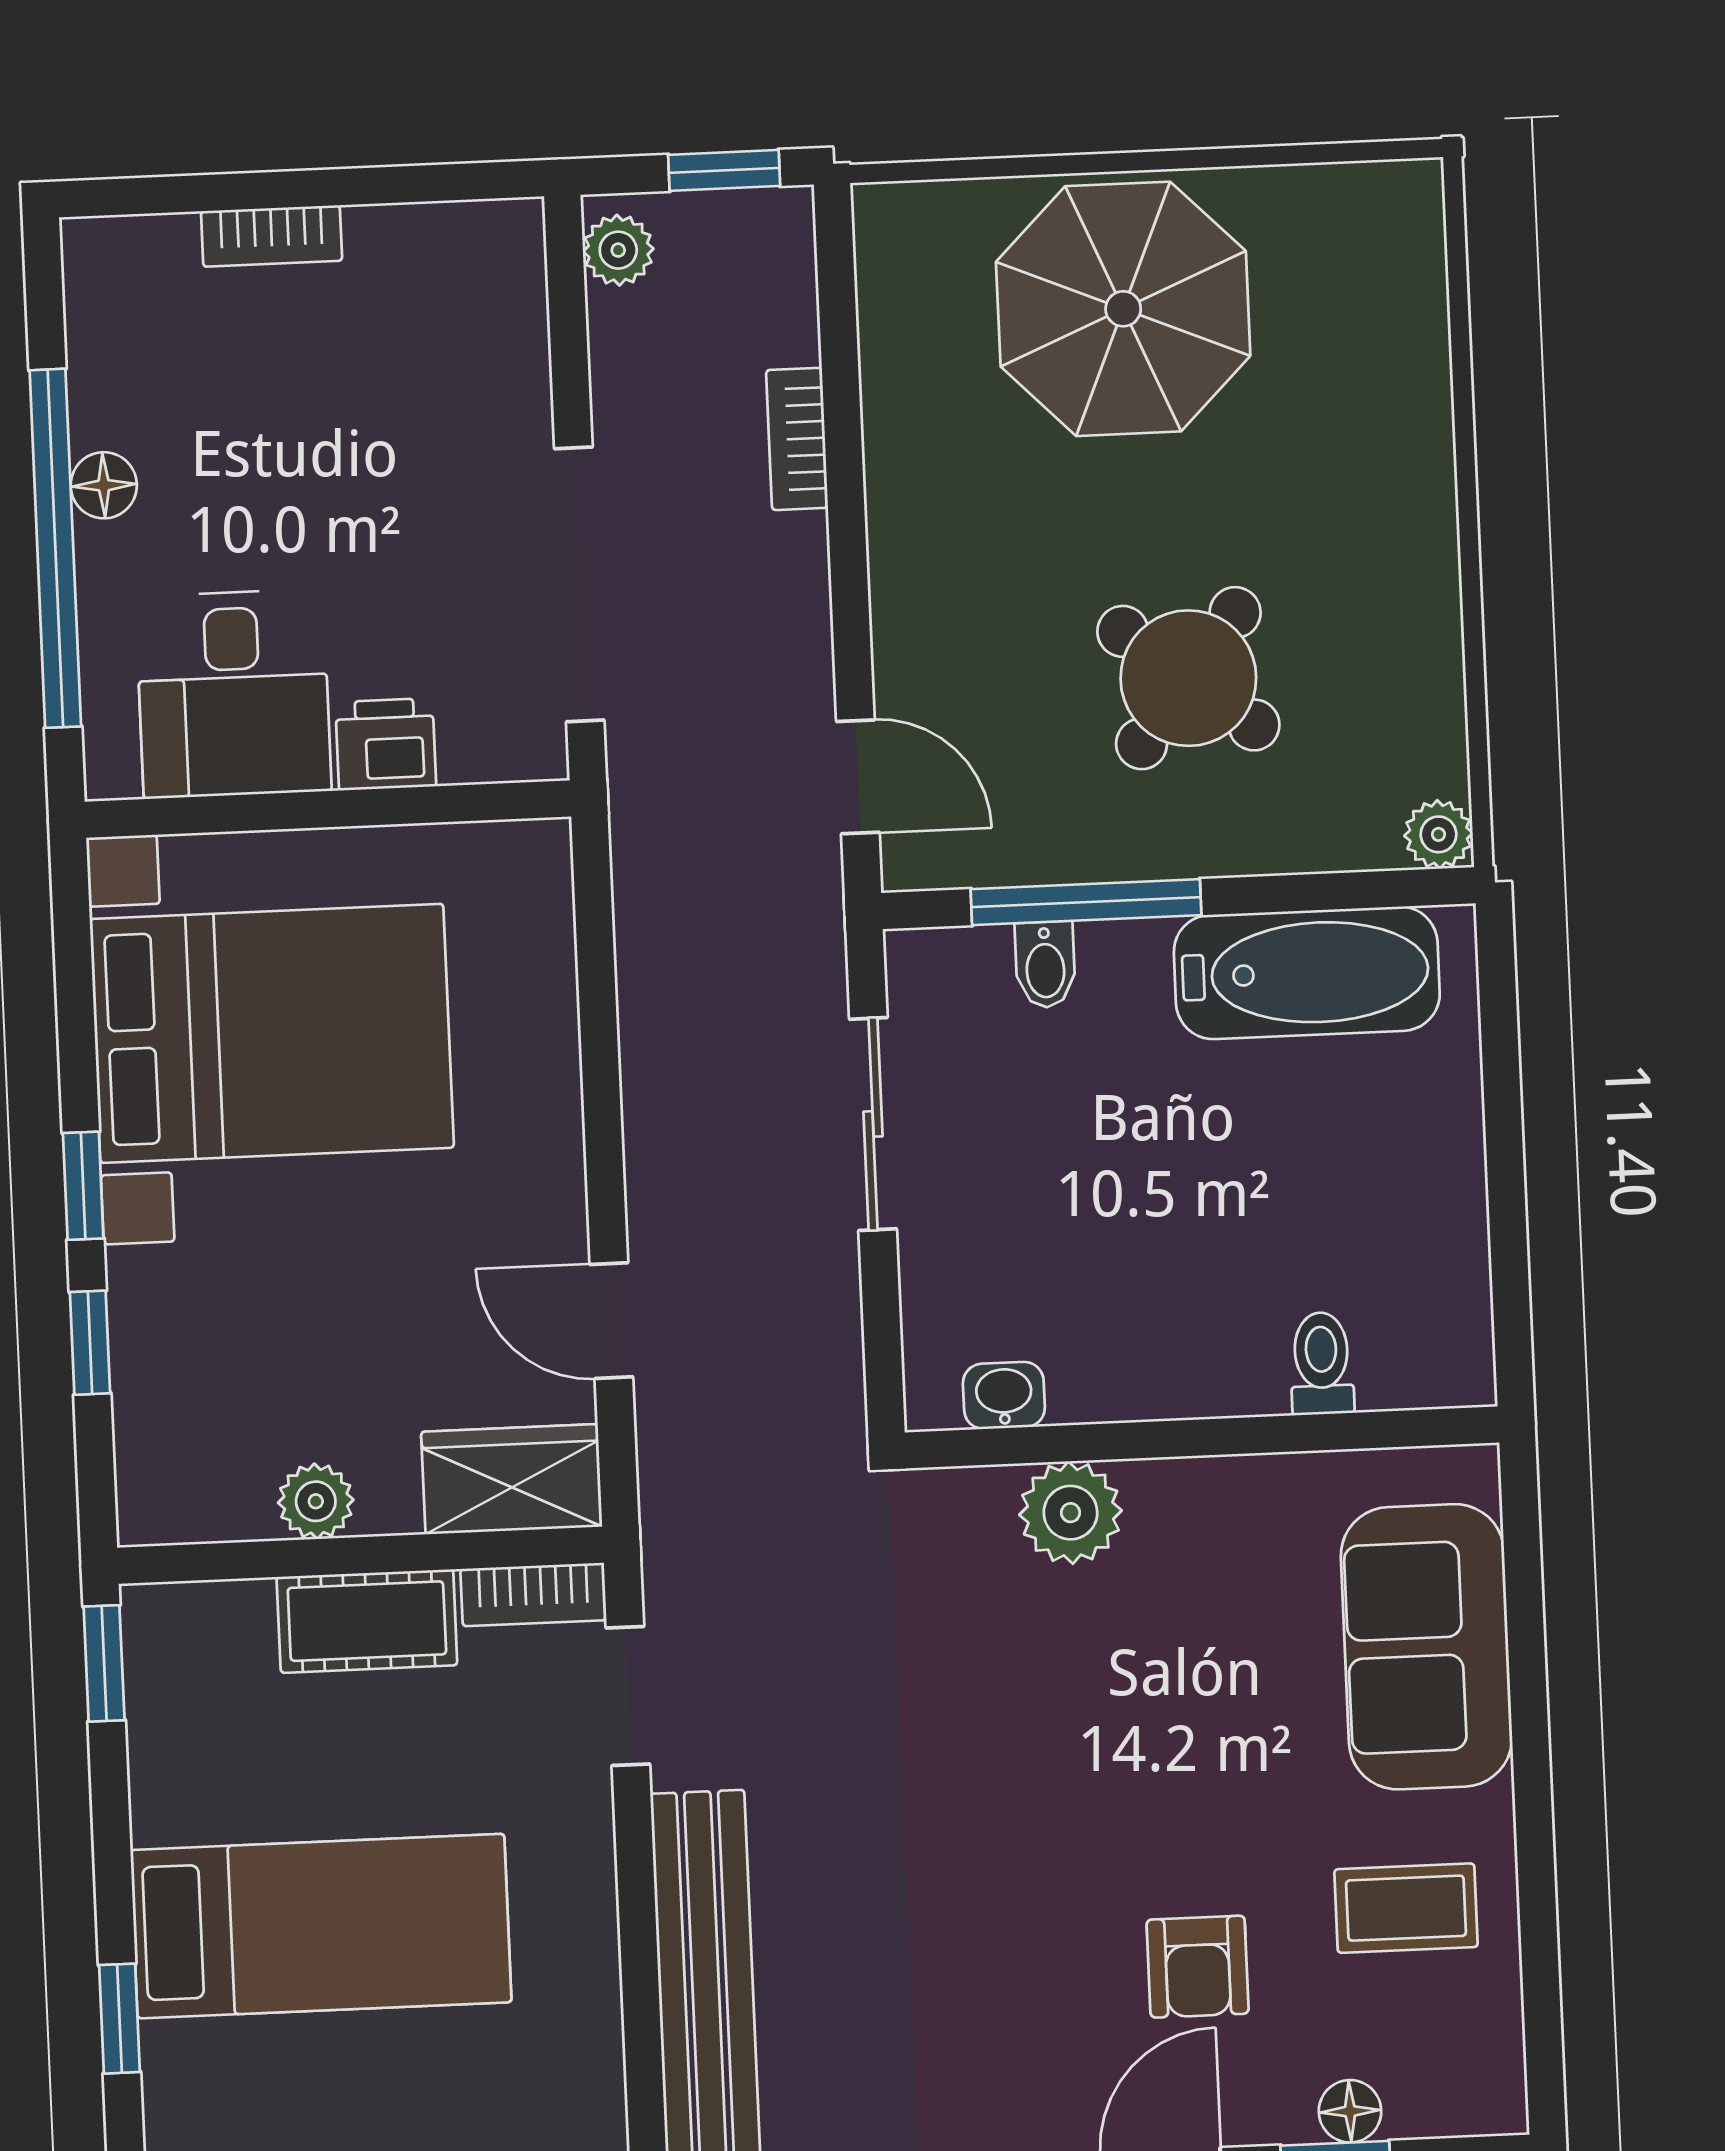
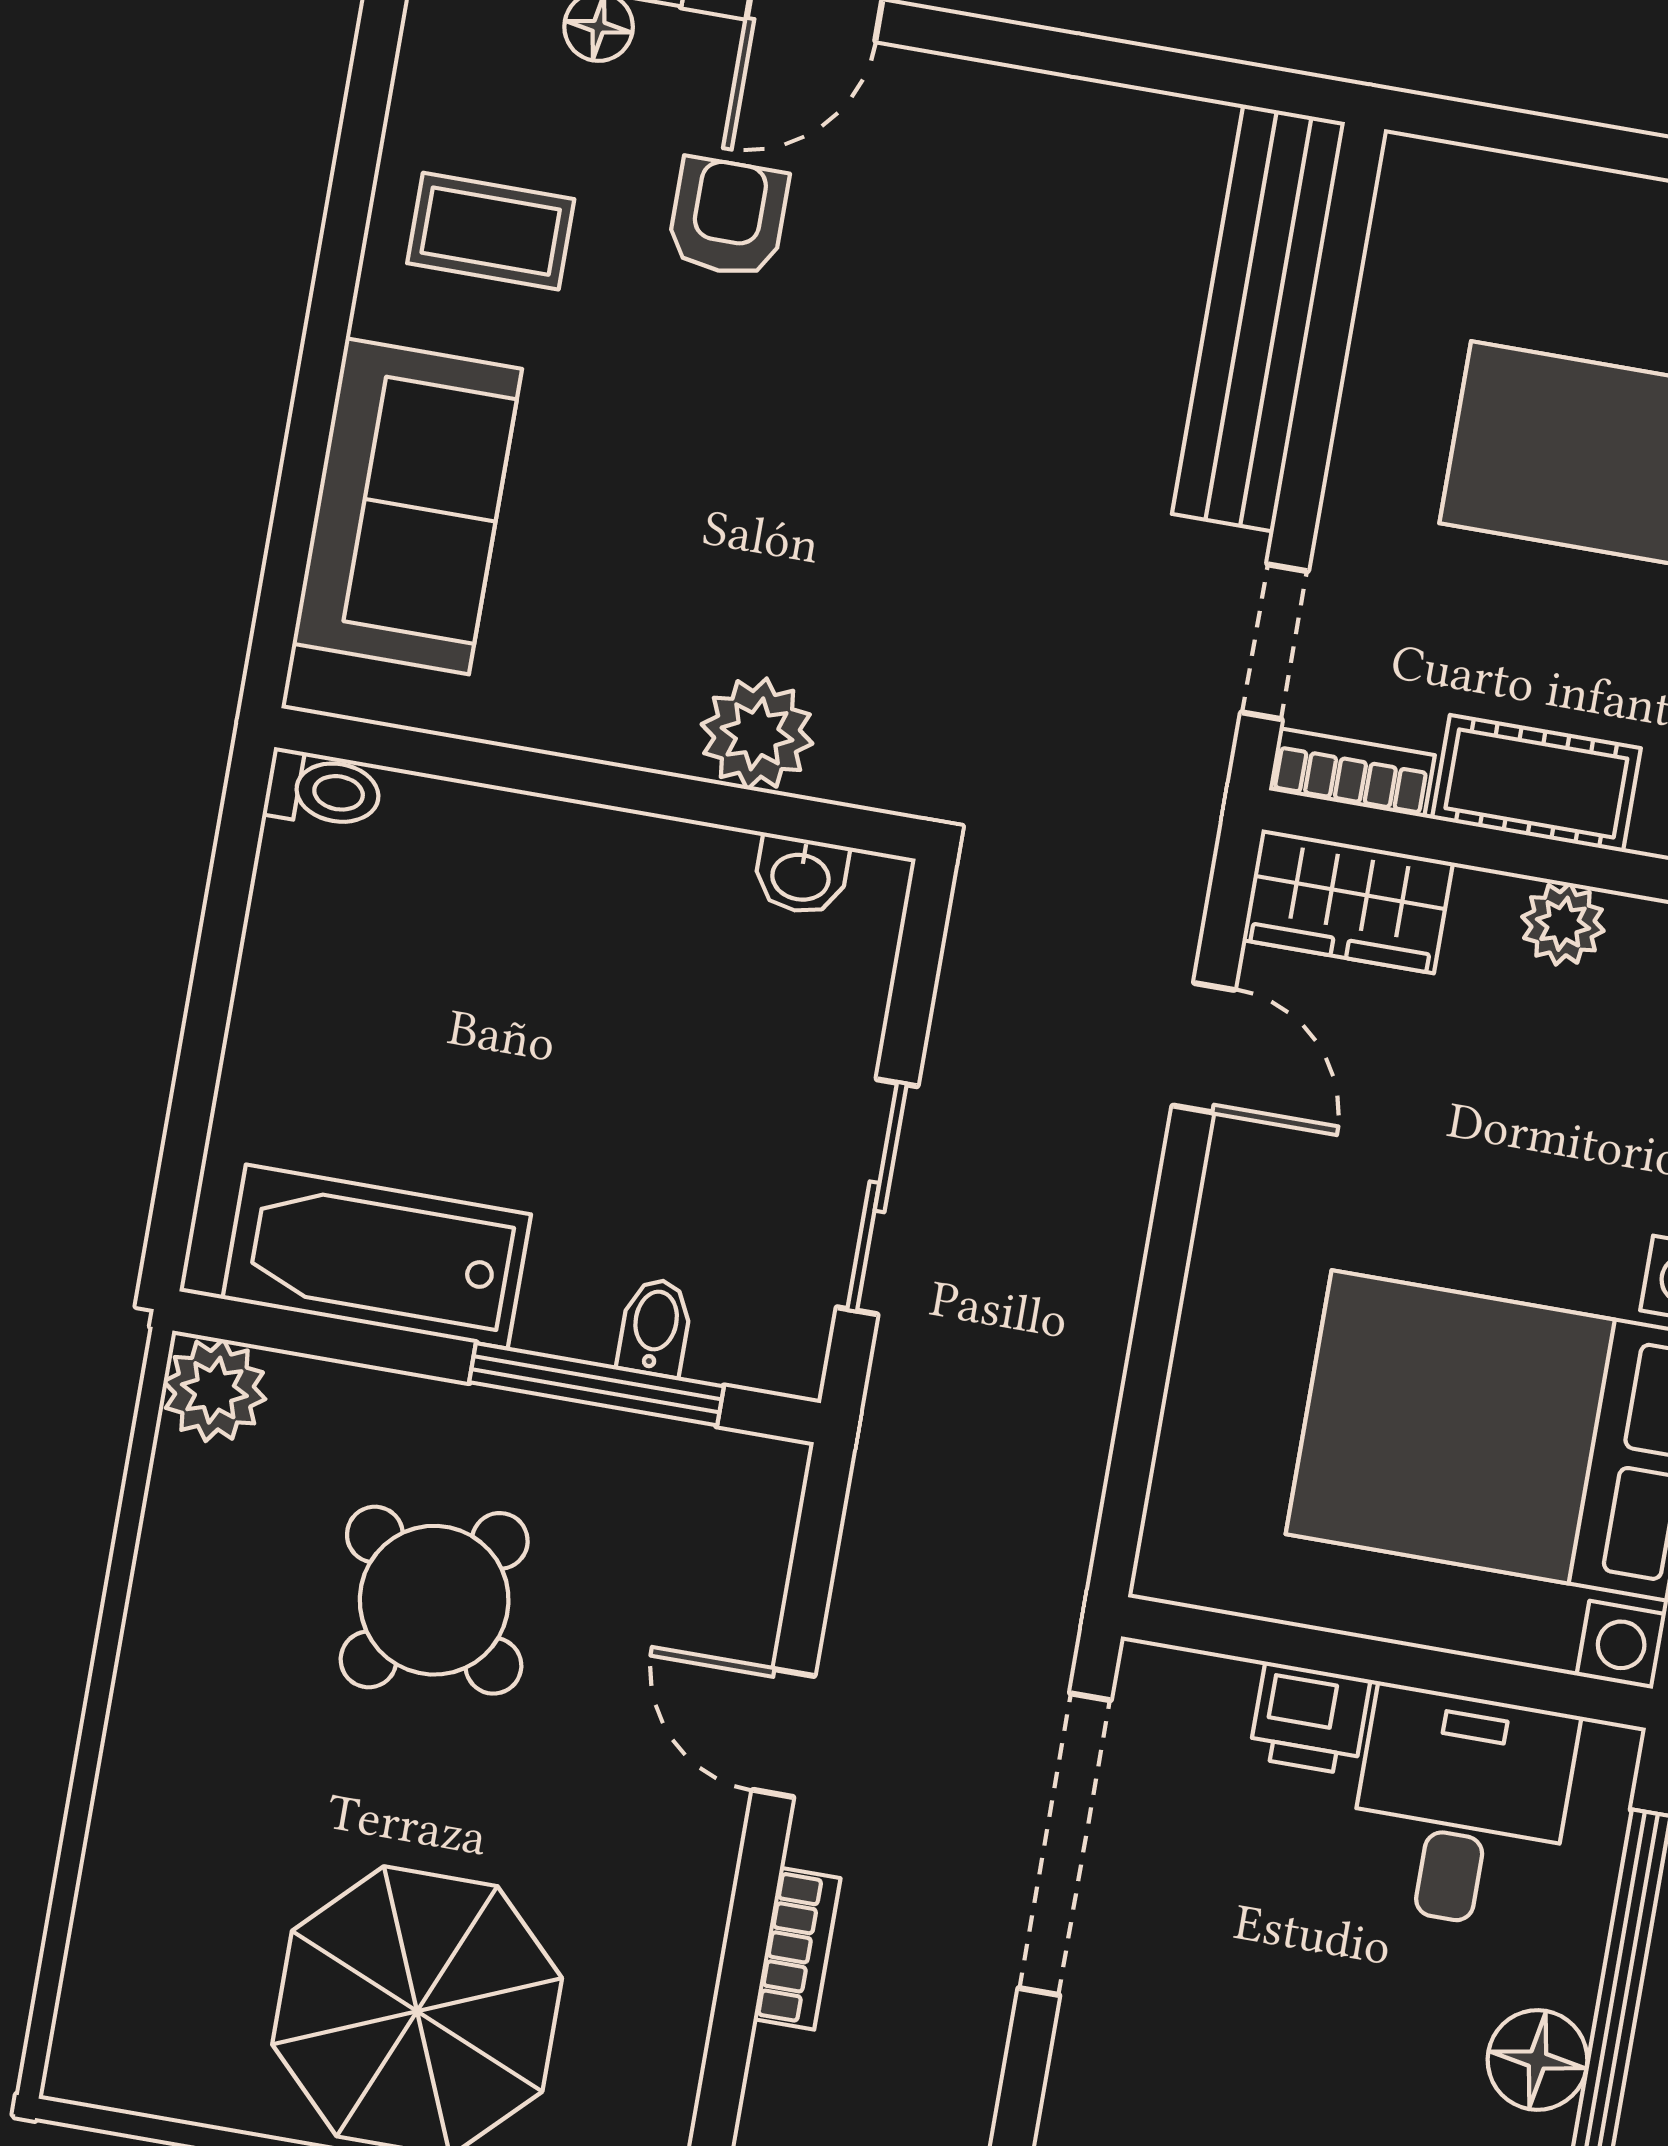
floor lamp: (104, 485) -> (1537, 2060), width x1.37, depth x1.37
door: (858, 777) -> (783, 1733), moved
plant: (1439, 834) -> (214, 1390), width x1.38, depth x1.38
toilet: (1322, 1363) -> (323, 790), moved, turned -90

